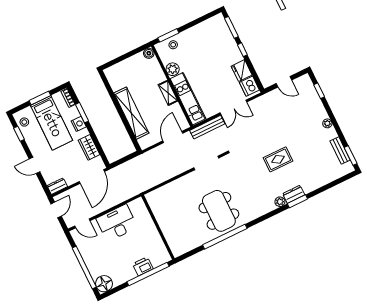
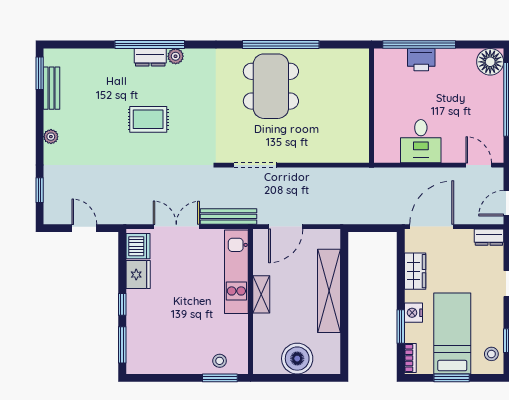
boiler: (149, 53) -> (297, 359), moved, width x1.86, depth x1.86
plant: (173, 69) -> (238, 326), removed
window: (297, 201) -> (150, 45), width x2.11
desk: (117, 223) -> (421, 141), width x0.73

